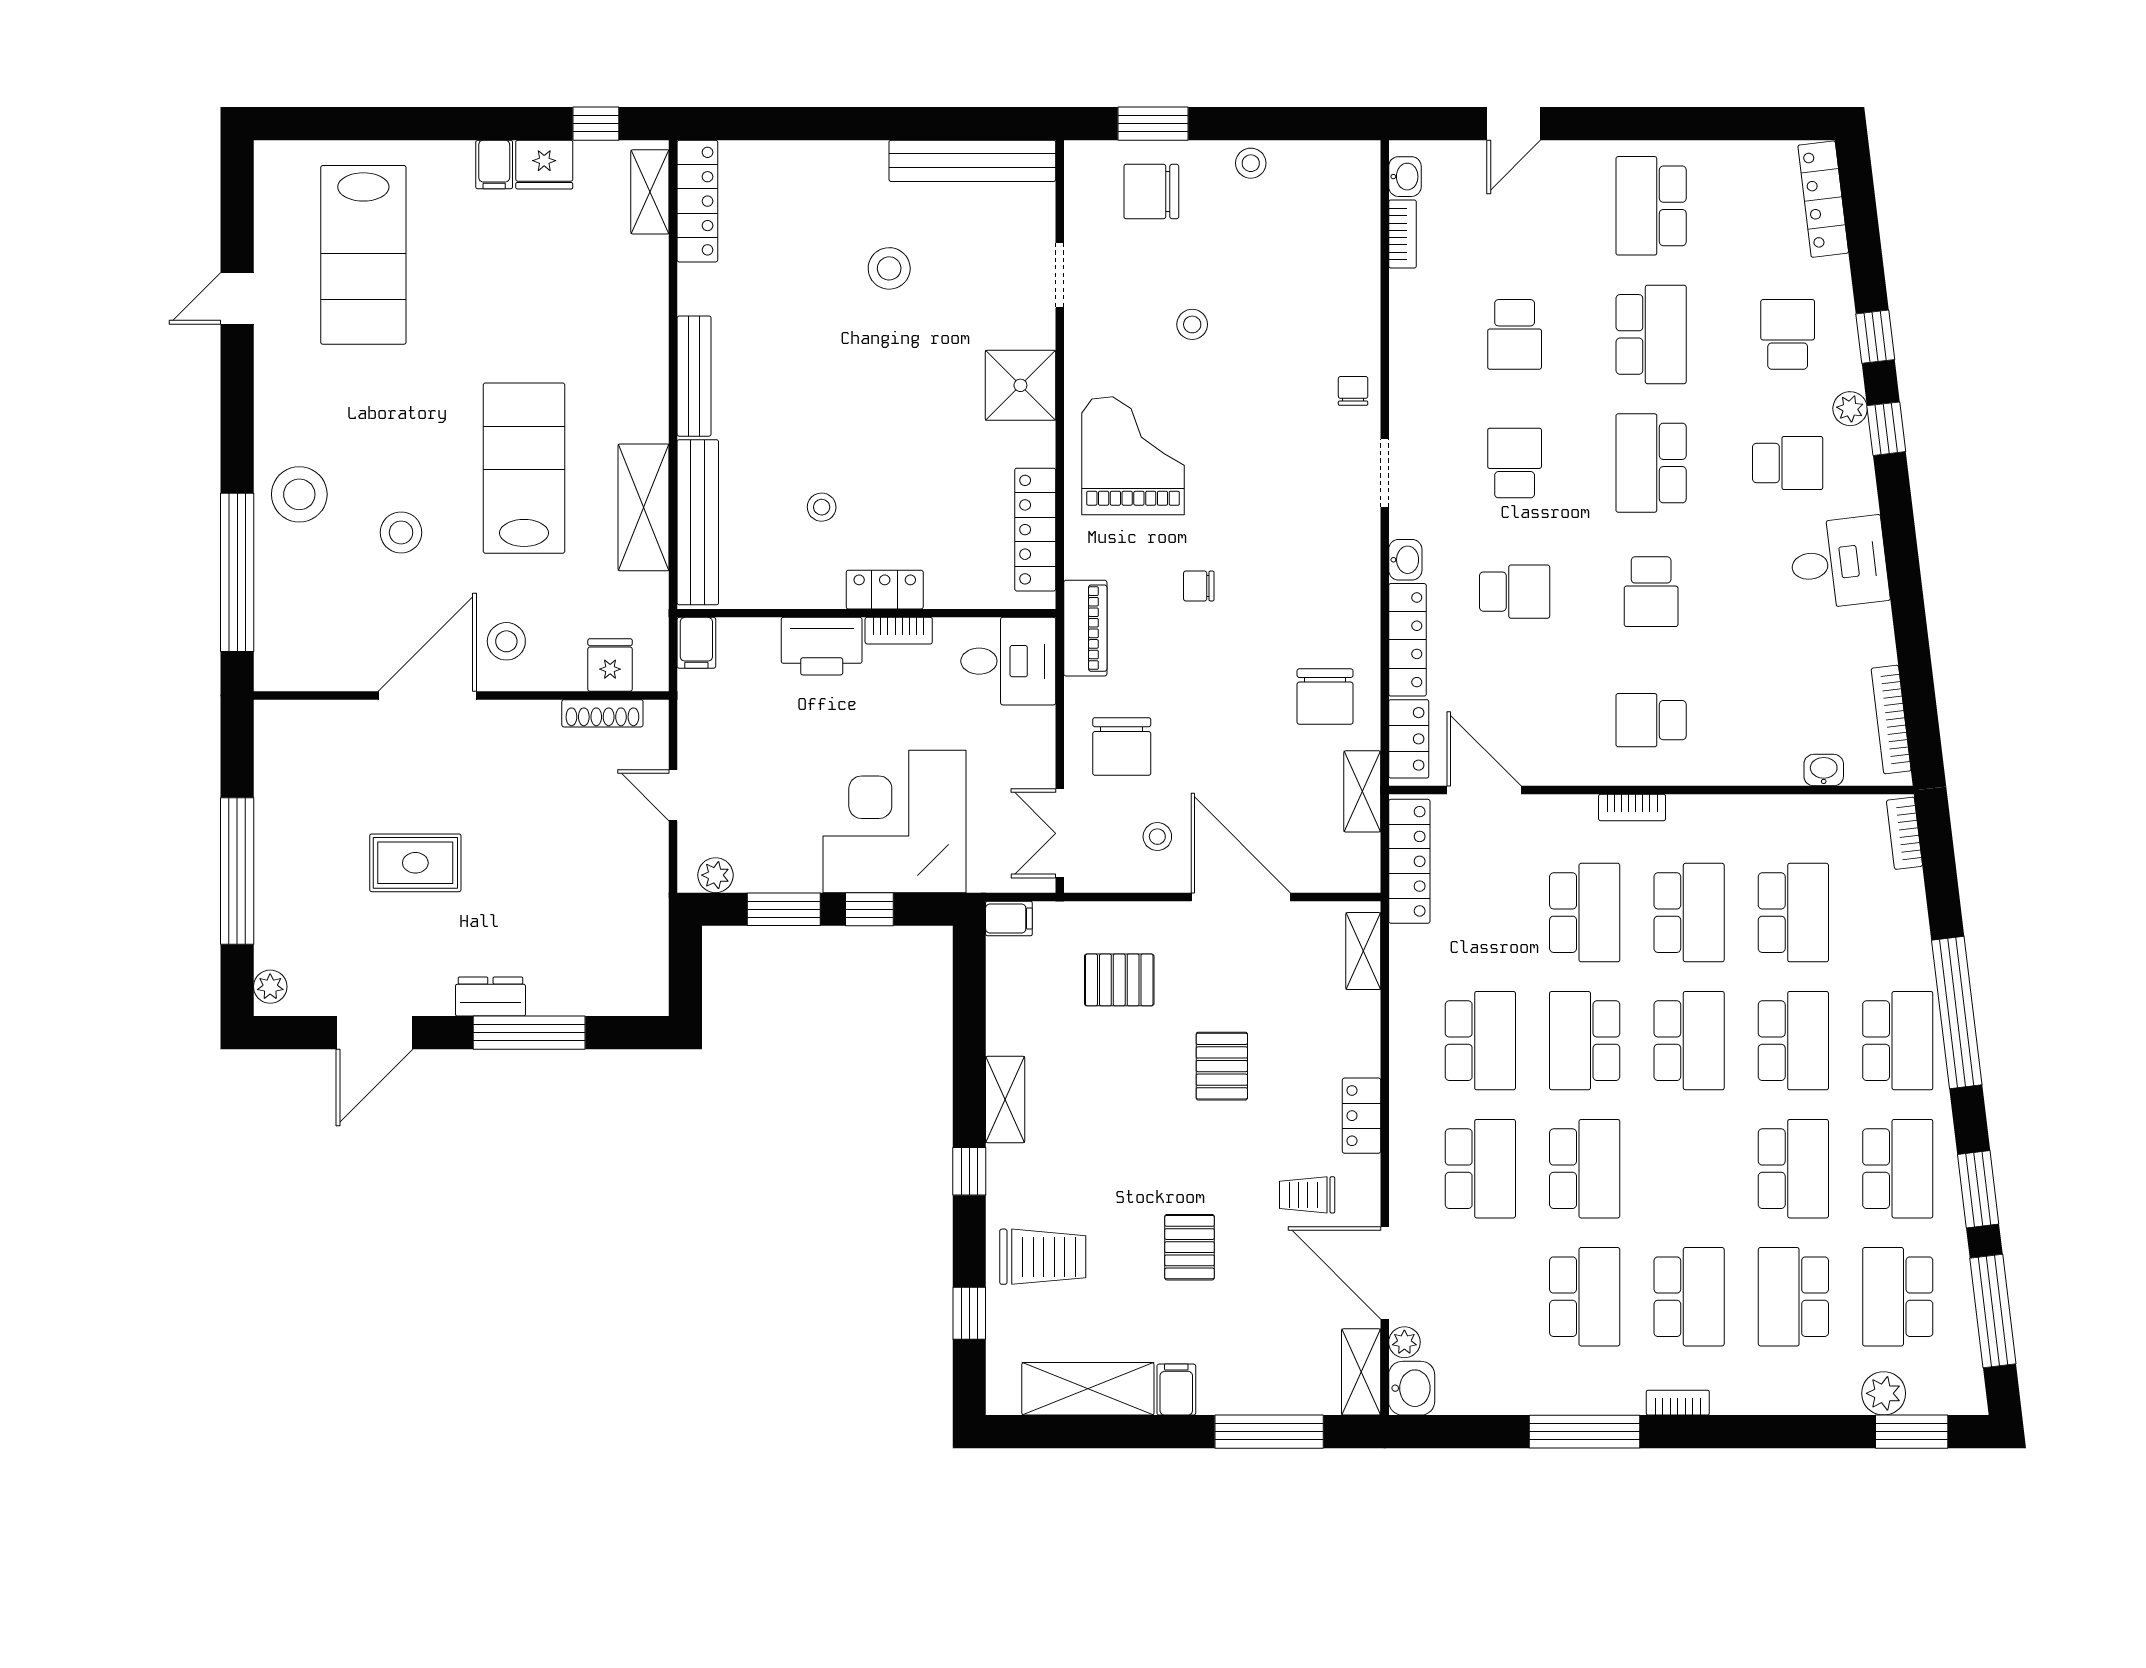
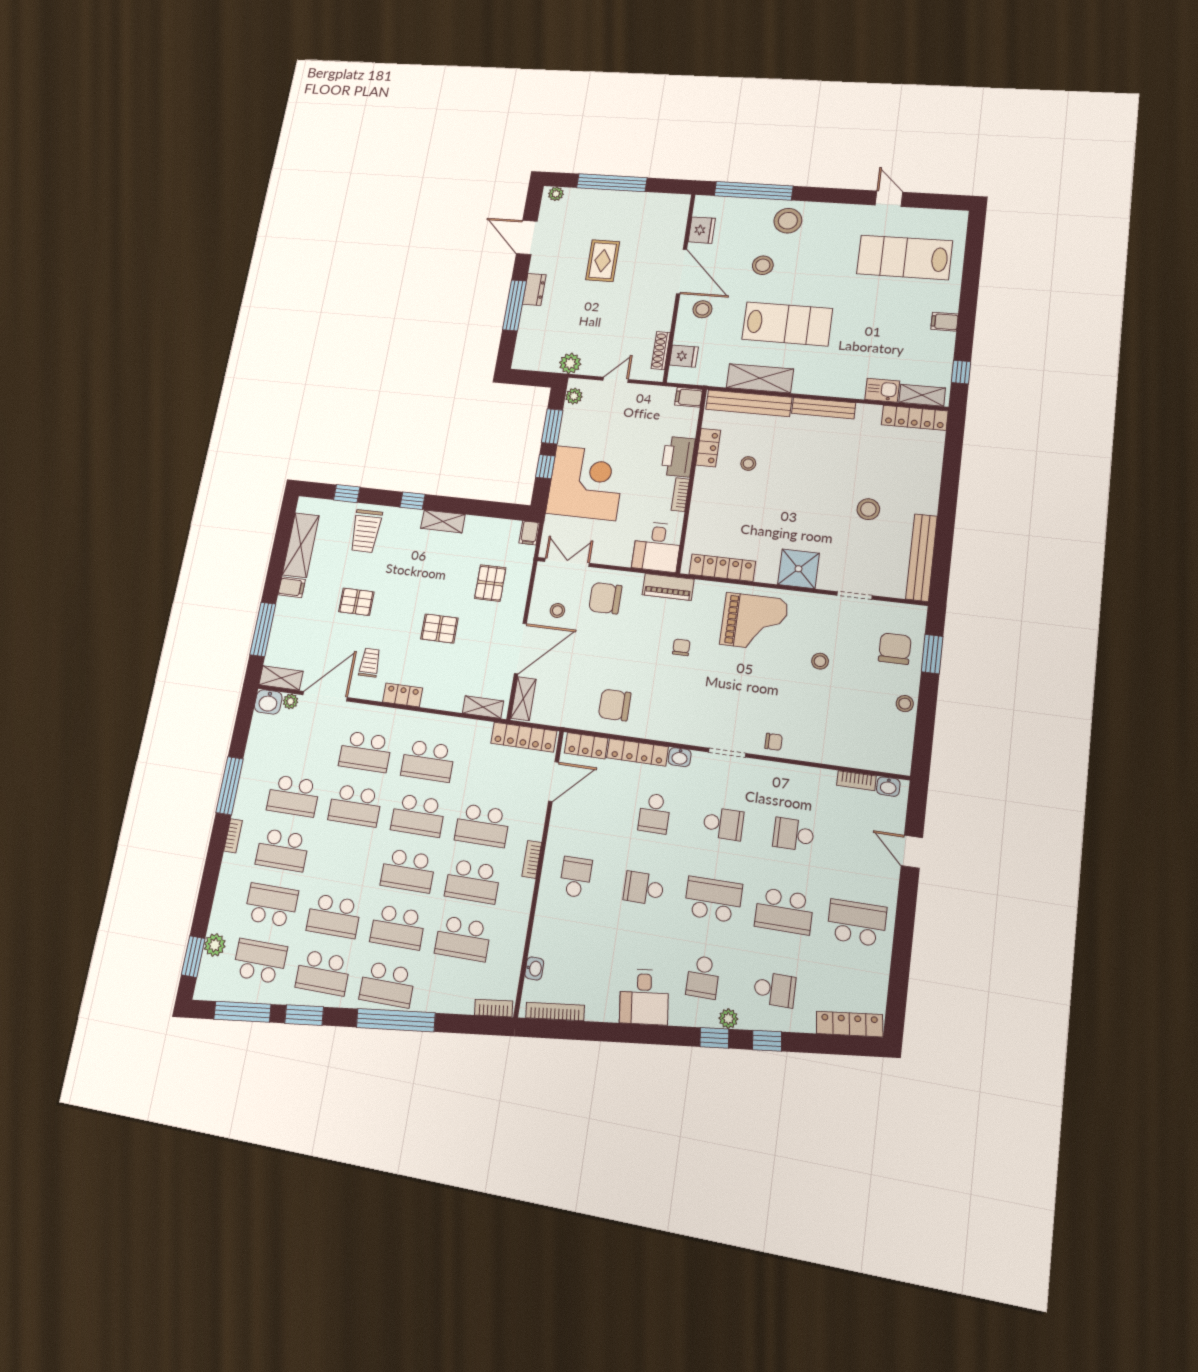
fridge: (544, 165) -> (702, 230), moved, turned 180
kitchen sink: (647, 268) -> (882, 390), added
locker: (885, 590) -> (708, 448), moved
shelving: (1362, 791) -> (523, 699), moved, turned 90
plant: (646, 894) -> (570, 363), added
school desk: (1585, 1041) -> (418, 815), turned 180

